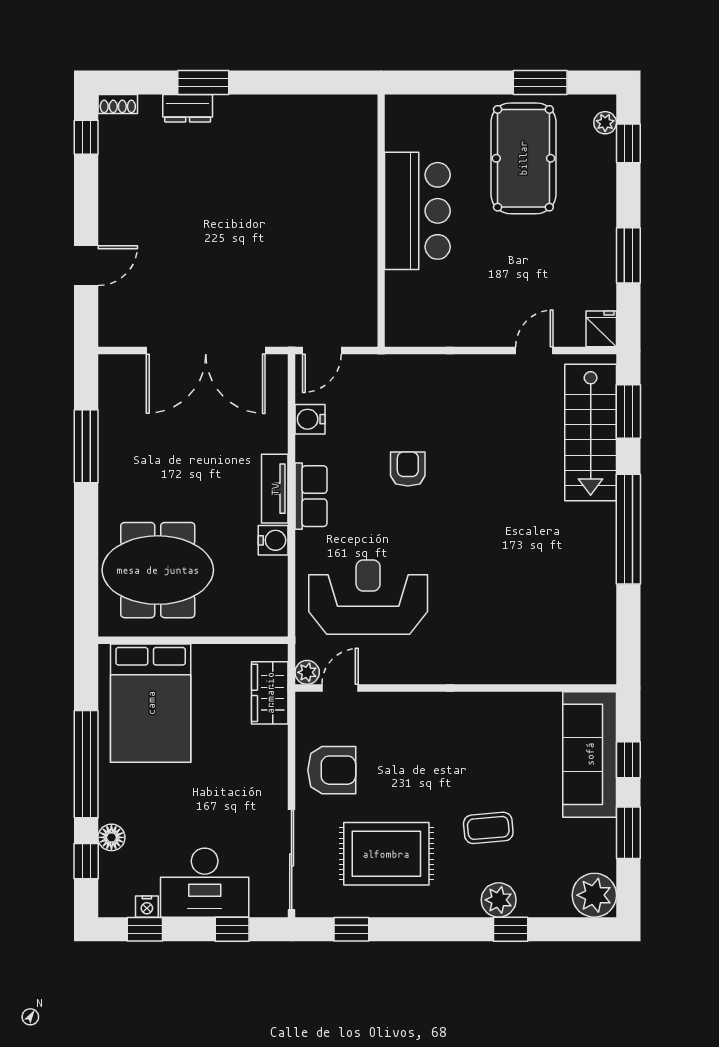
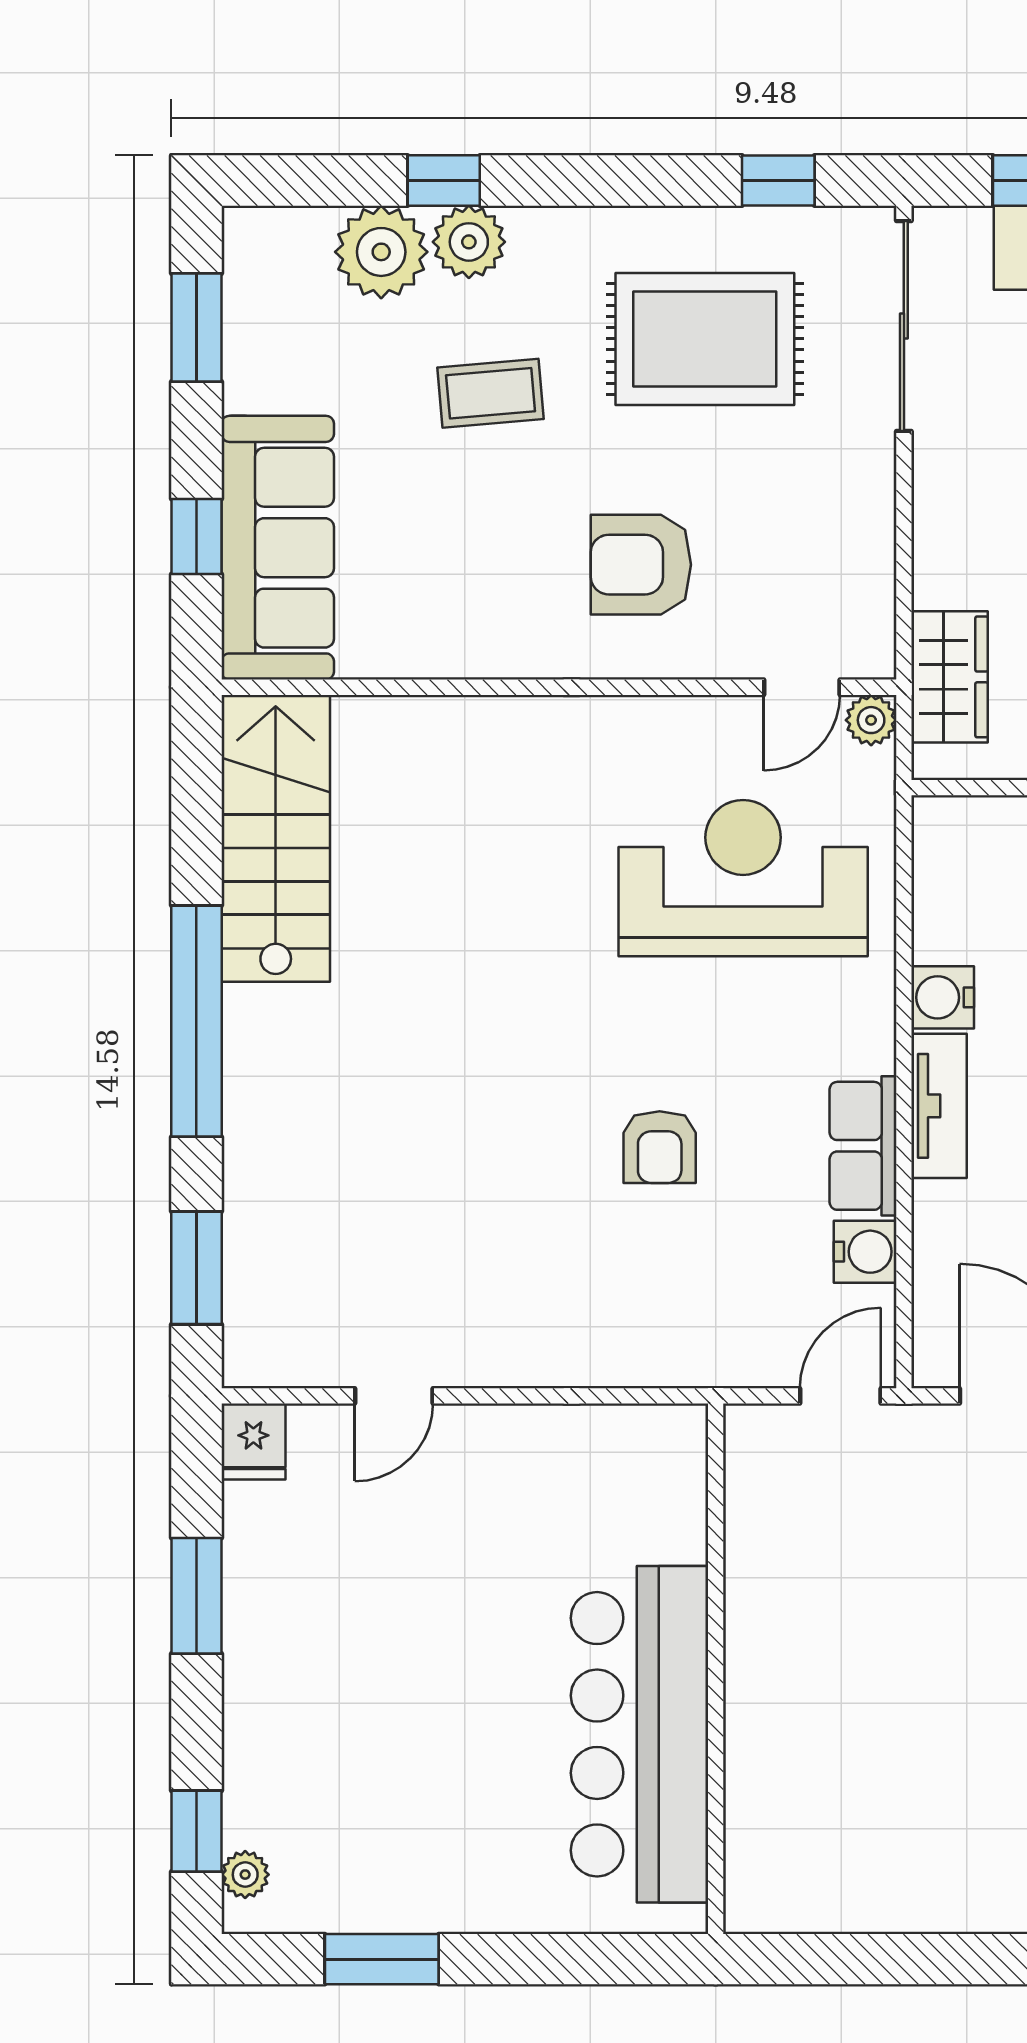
pool table: (523, 158) -> (417, 1800), removed
bar counter: (417, 211) -> (640, 1734), width x1.36
stairs: (591, 432) -> (276, 838), moved
row of seats: (311, 496) -> (863, 1146), moved
reception desk: (368, 597) -> (743, 878), turned 180
armchair: (332, 770) -> (641, 565), moved
window: (628, 833) -> (196, 327), moved
plant: (594, 895) -> (381, 252), moved

